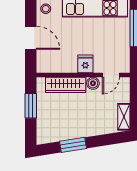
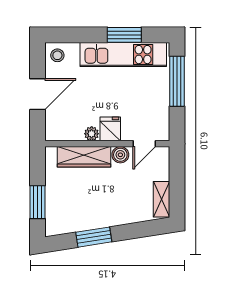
door: (31, 38) -> (38, 94), hinge flipped
plant: (71, 67) -> (92, 134), added
window: (31, 106) -> (38, 202), moved

